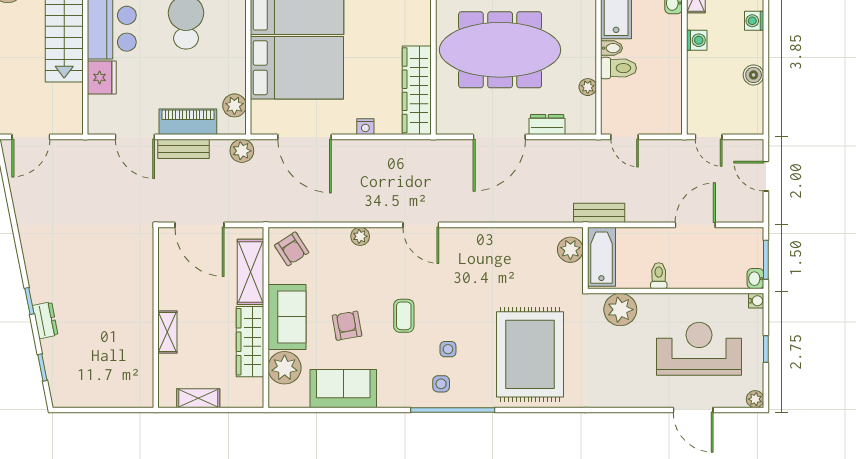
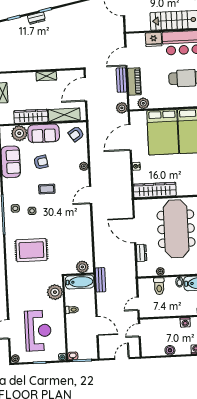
toilet: (618, 68) -> (159, 286), moved
door: (625, 137) -> (138, 304), moved
shelving: (167, 332) -> (46, 76), moved
rug: (530, 354) -> (31, 250), width x0.73, depth x0.69

